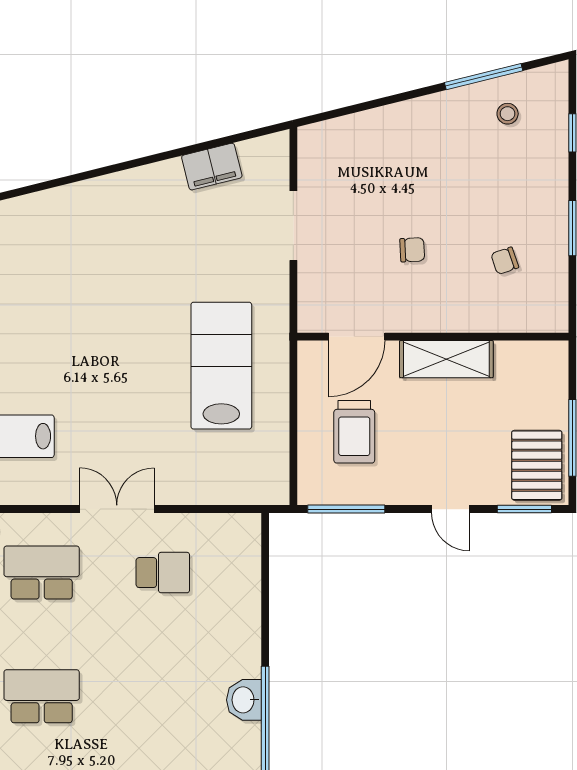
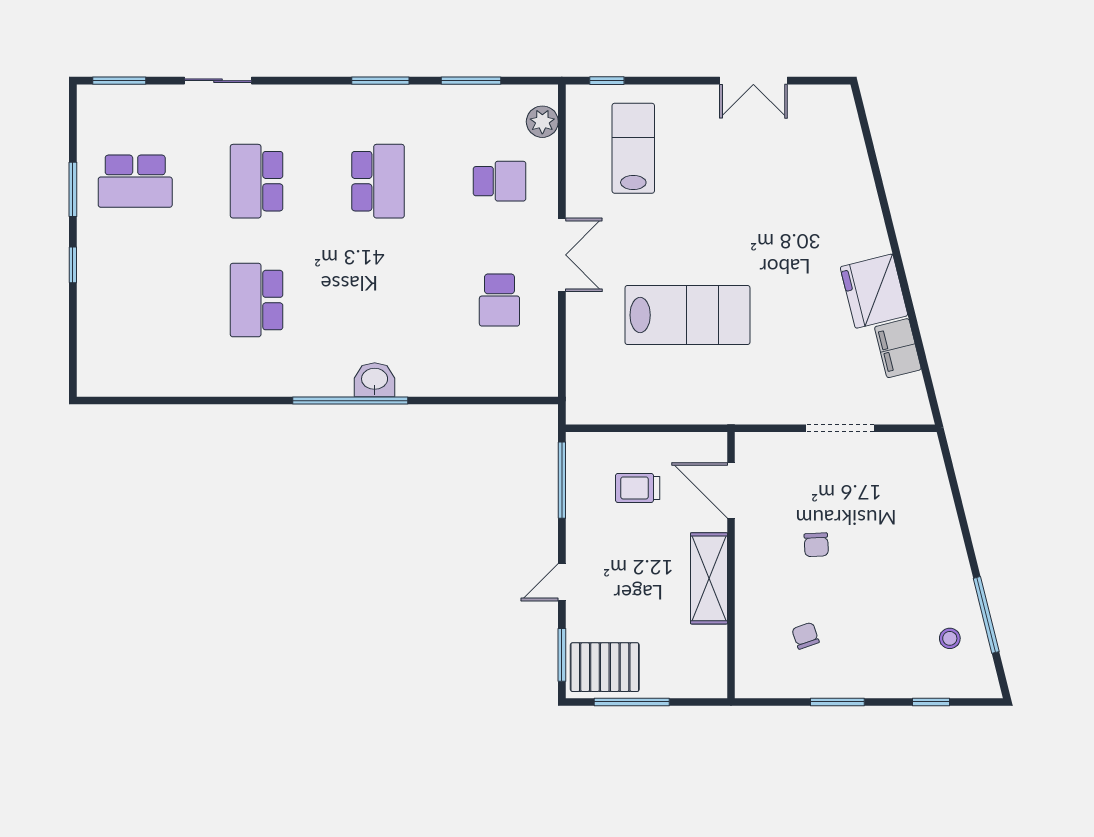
fridge: (154, 191) -> (874, 291), added
lab bench: (221, 366) -> (687, 315), moved
trolley: (354, 432) -> (638, 488), width x0.73, depth x0.72
school desk: (42, 573) -> (499, 181), width x0.54

